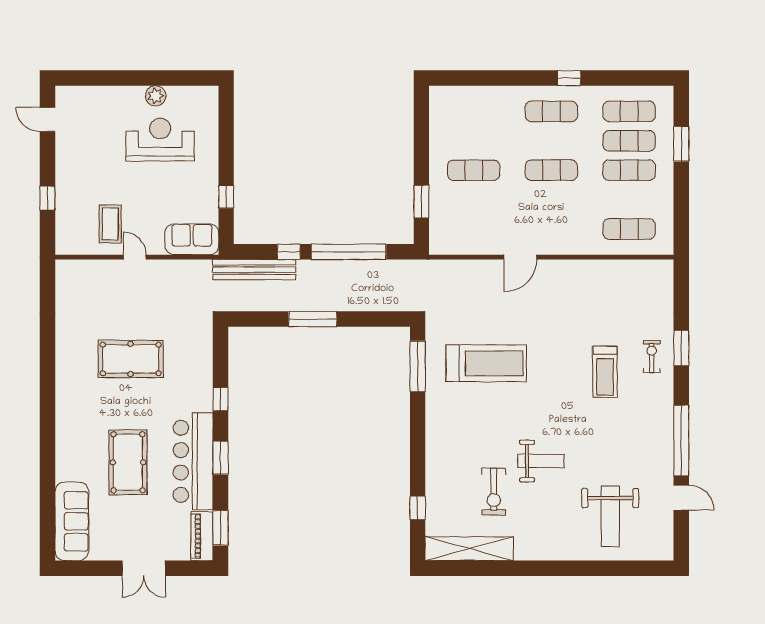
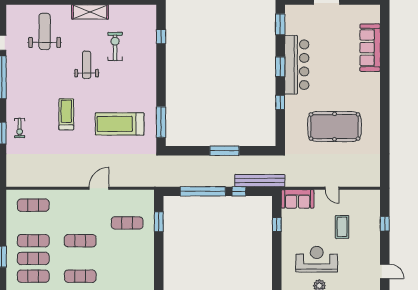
reception desk: (160, 140) -> (317, 259), turned 180
exercise mat: (474, 170) -> (127, 223), moved
coffee table: (110, 224) -> (342, 227), moved
pool table: (131, 359) -> (335, 127), width x1.36, depth x1.32
treadmill: (605, 372) -> (66, 114), moved
weight bench: (541, 461) -> (87, 65), turned 90
pool table: (128, 462) -> (336, 64), removed
sofa: (72, 521) -> (370, 48), moved
piano: (202, 536) -> (291, 19), removed
shelving: (469, 549) -> (90, 12), moved, width x0.68

